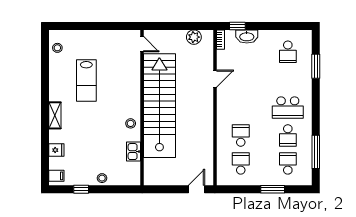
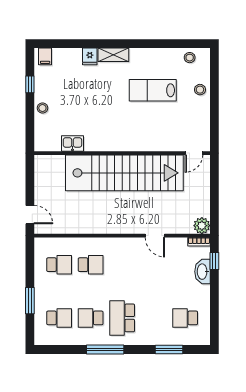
plant: (194, 37) -> (202, 226), moved
stool: (131, 123) -> (200, 90), moved
fridge: (56, 150) -> (90, 56), moved
window: (316, 152) -> (105, 350), moved

